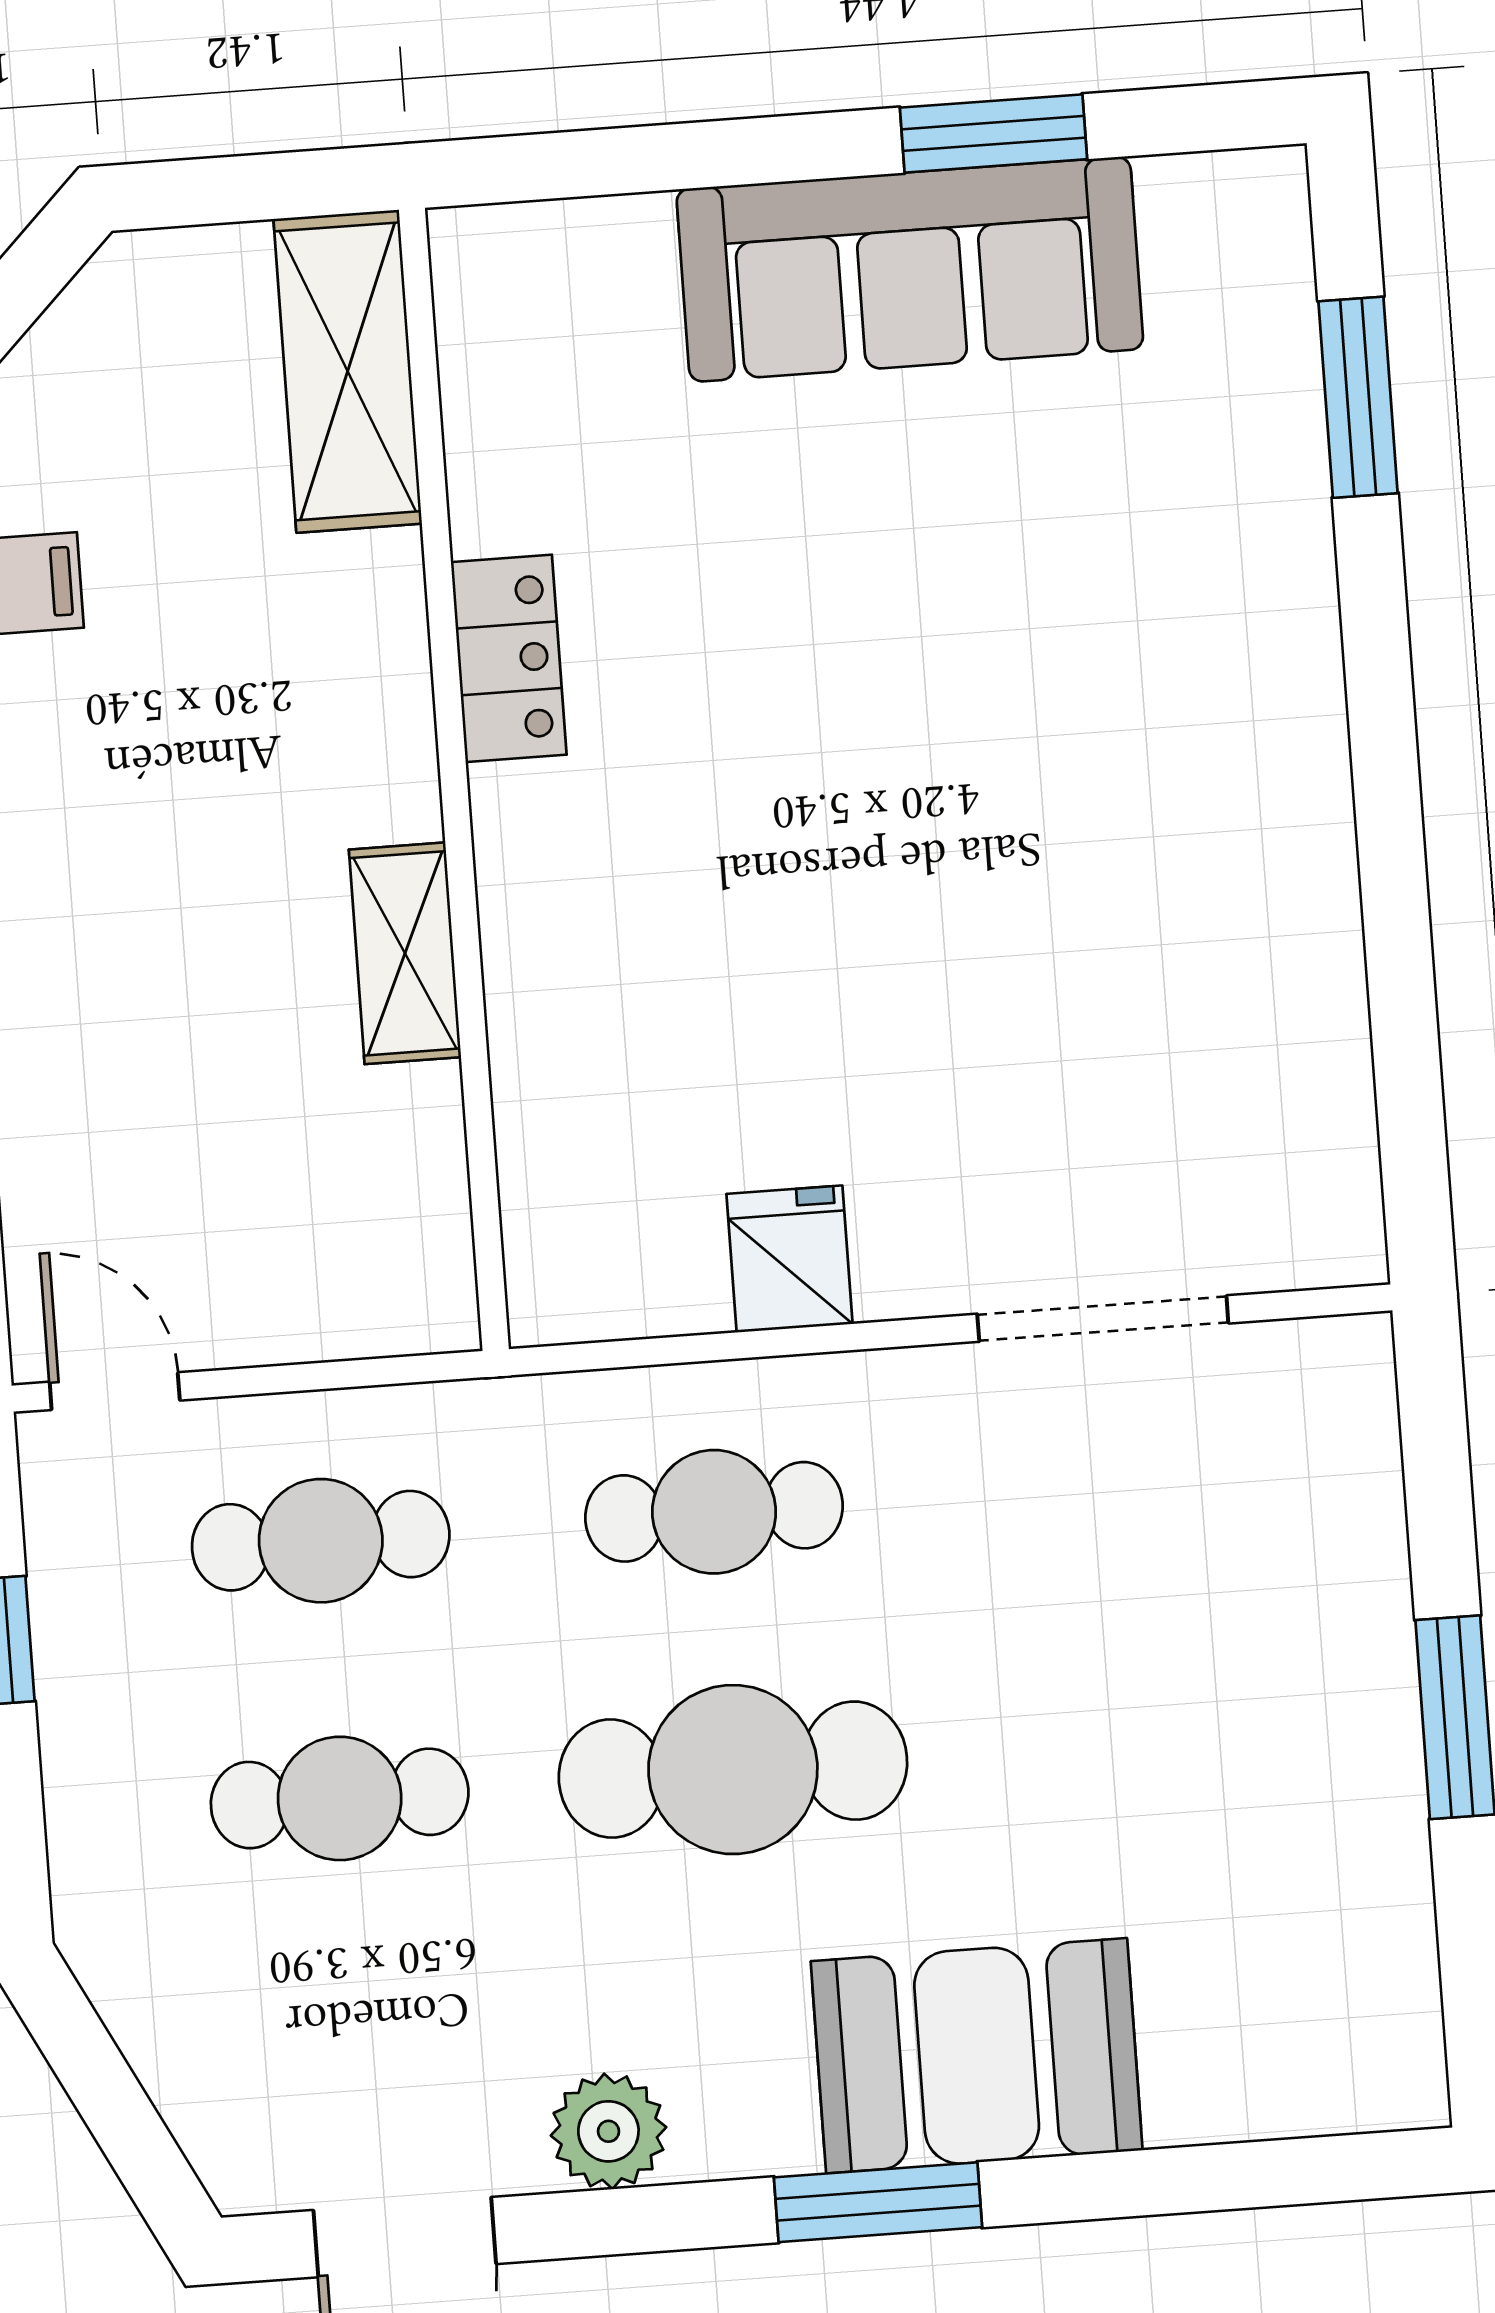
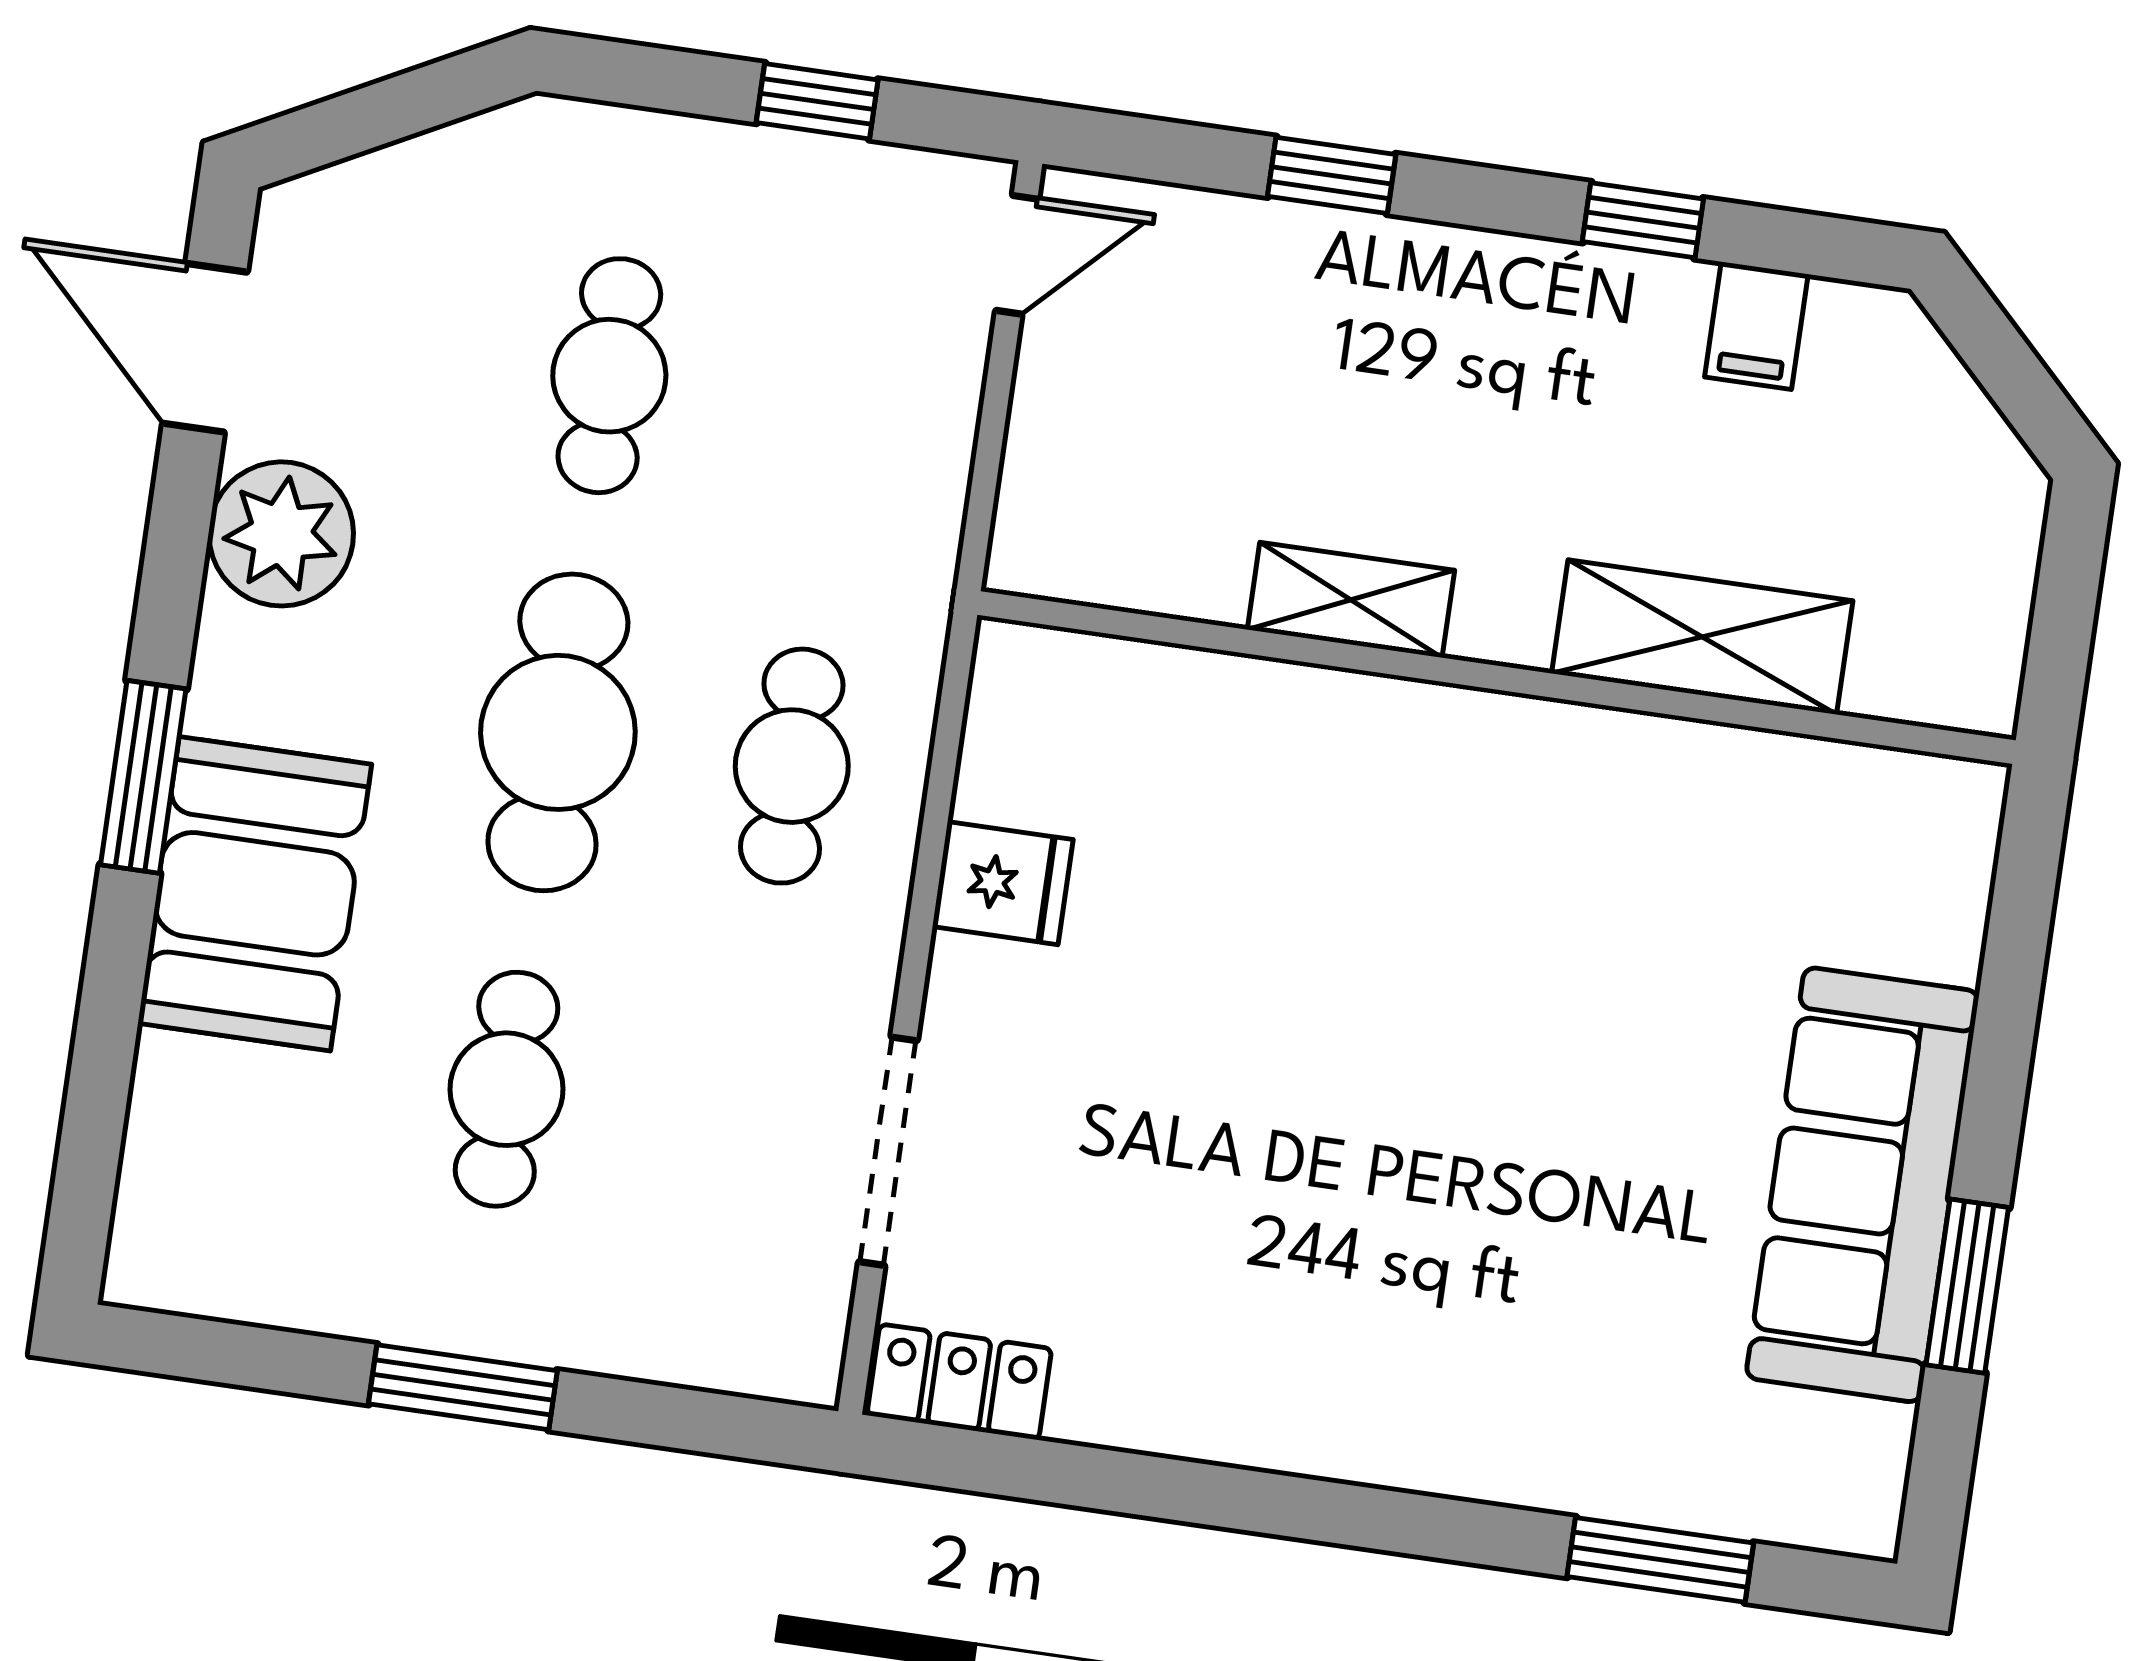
shelving: (348, 371) -> (1702, 637), moved
locker: (509, 658) -> (959, 1382), moved, turned 180
cafe table: (321, 1541) -> (507, 1089), moved
plant: (608, 2131) -> (281, 534), width x1.36, depth x1.36

